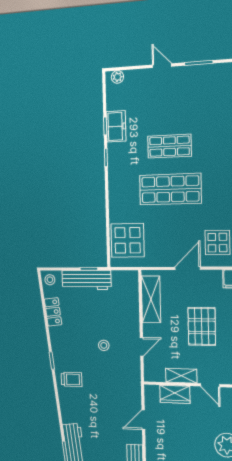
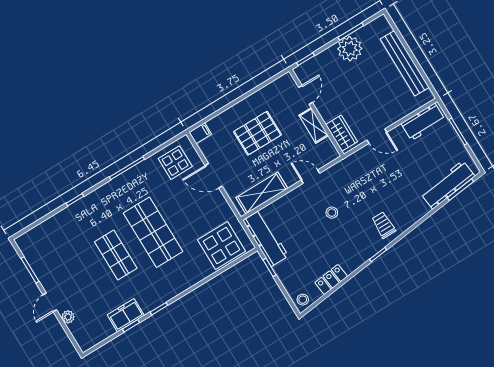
plant: (117, 77) -> (68, 317), moved
workbench: (87, 280) -> (266, 238), moved
wardrobe: (175, 394) -> (342, 133), moved

